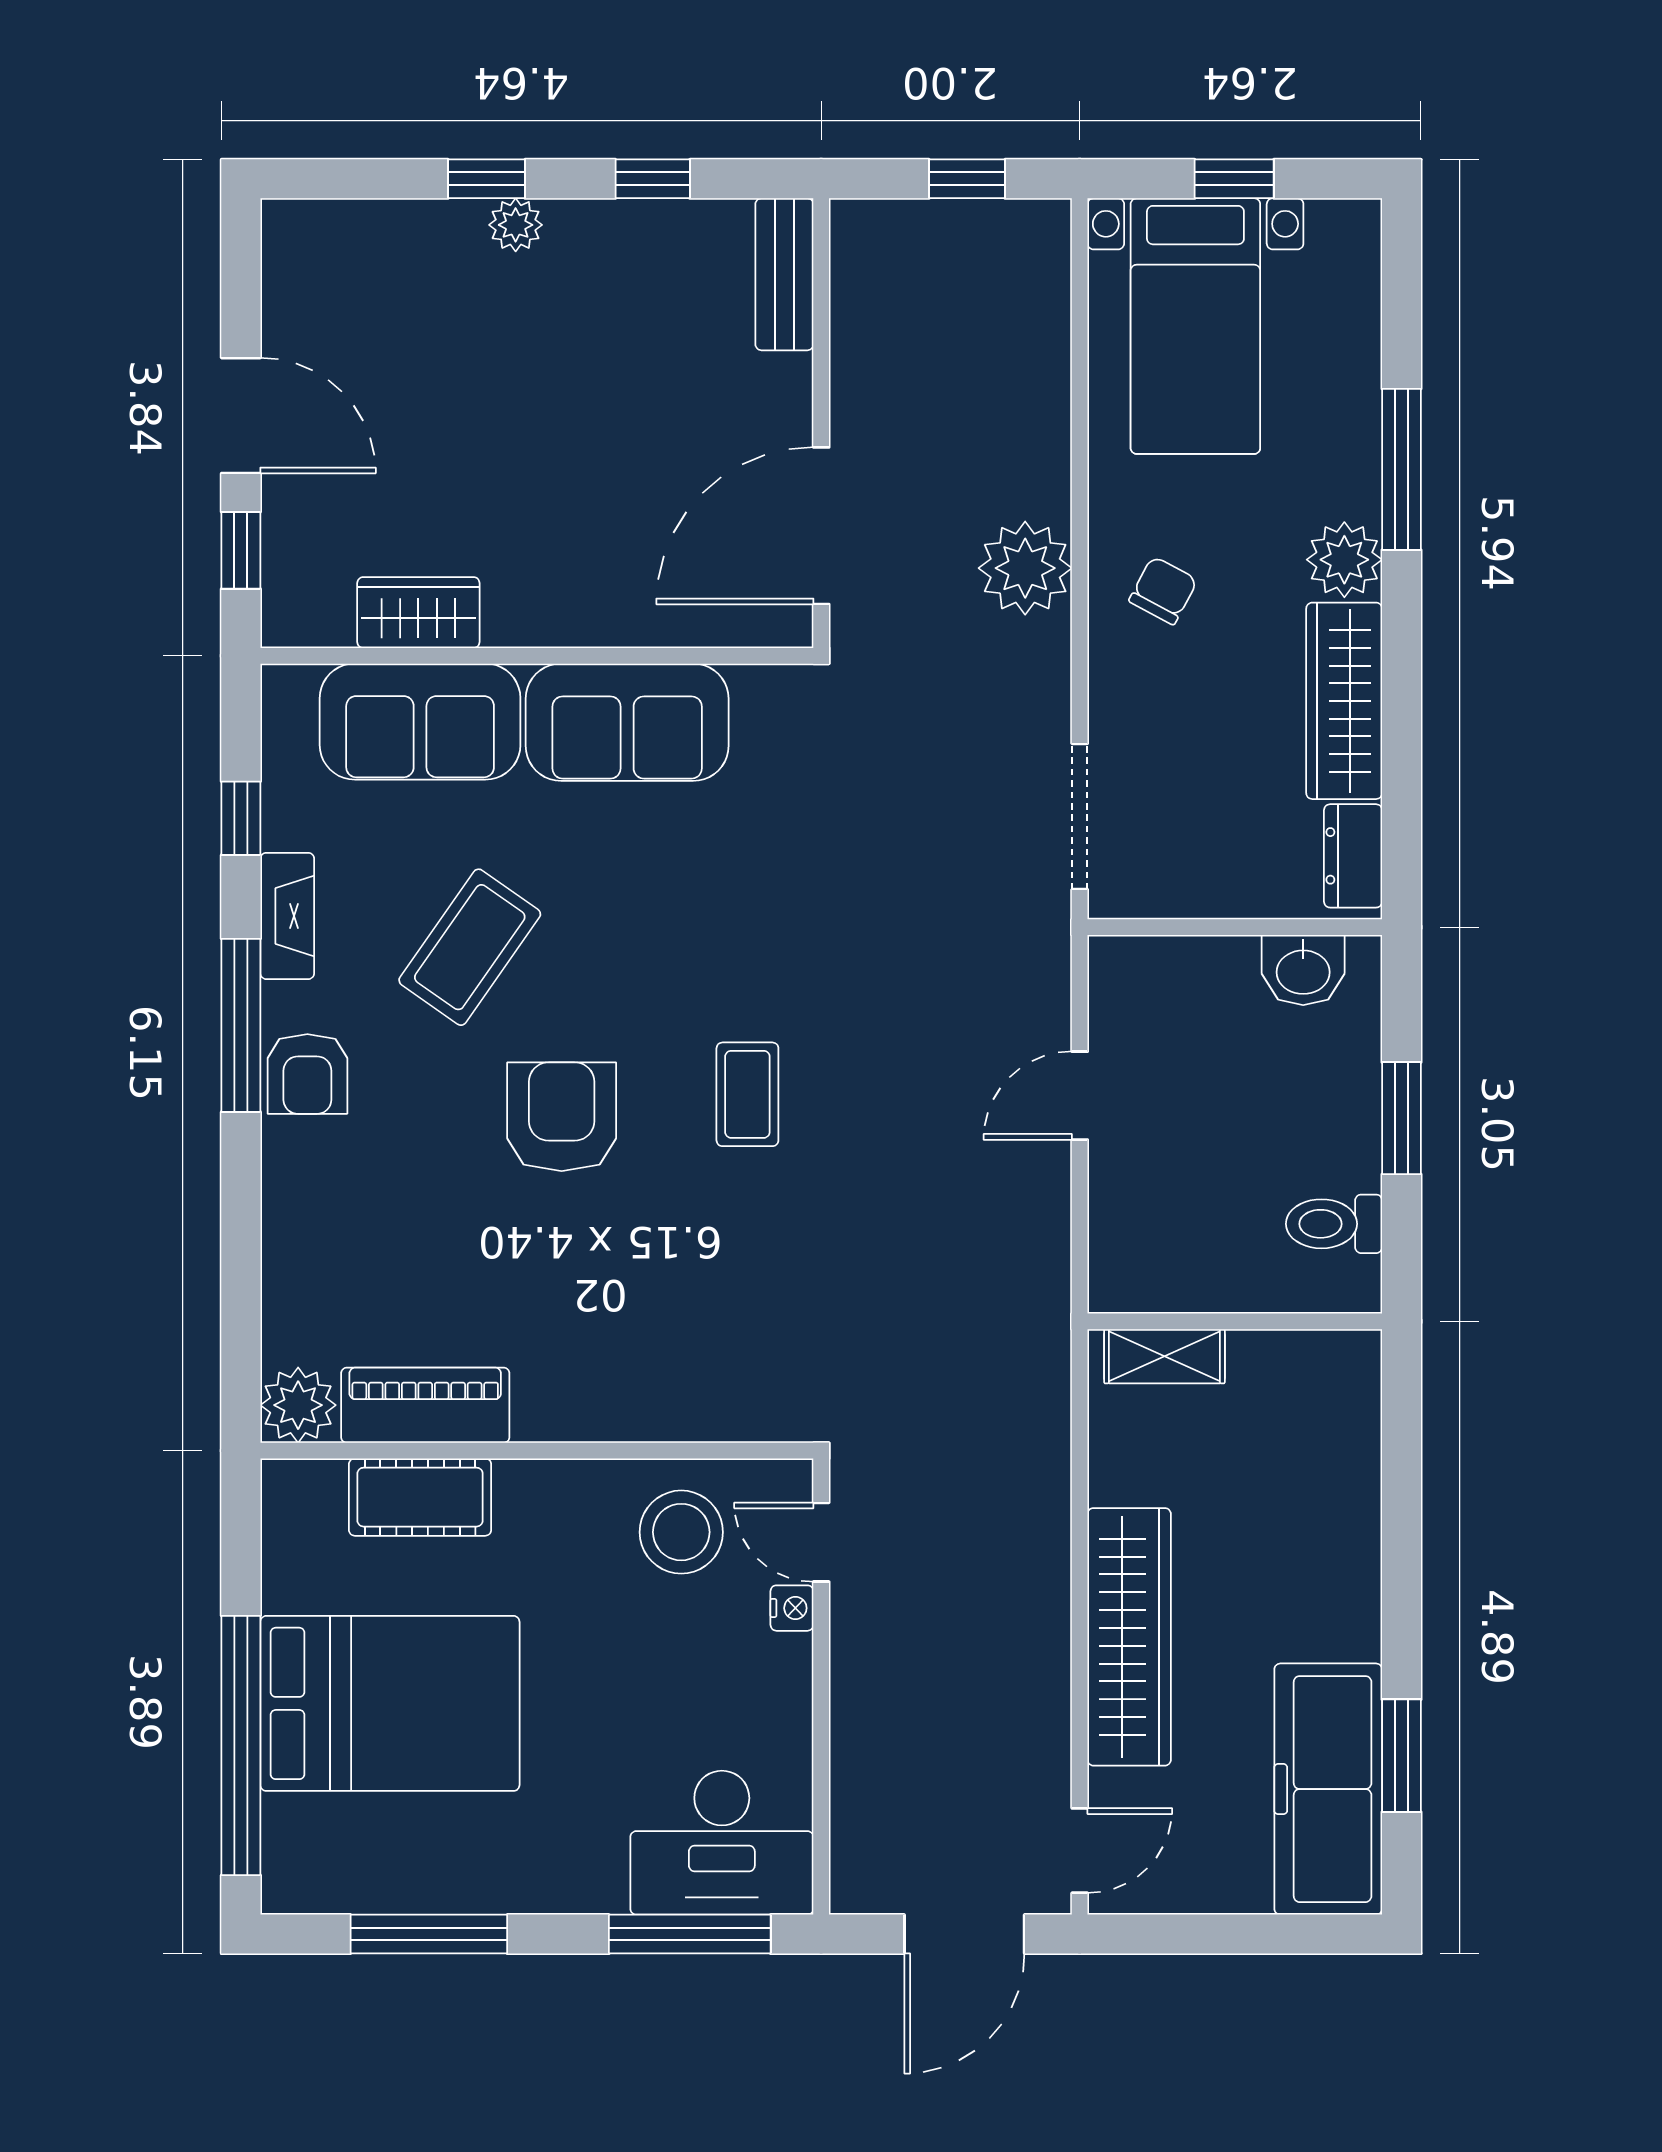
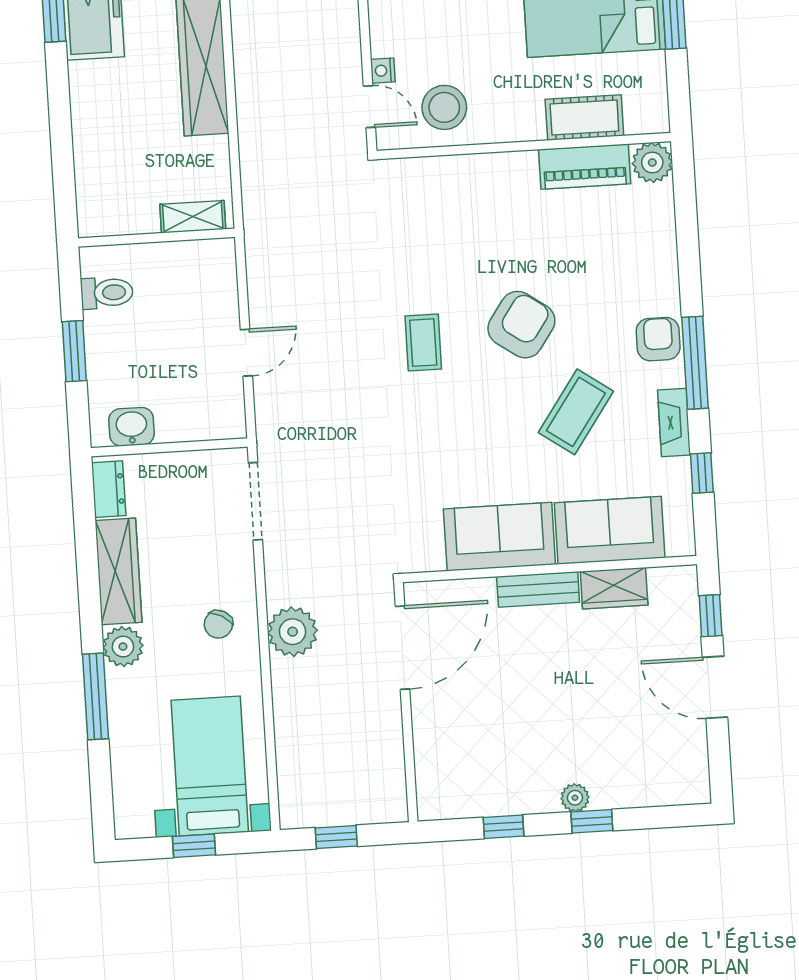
bench: (784, 274) -> (538, 589), moved, turned 90
armchair: (562, 1117) -> (521, 325), turned -145

